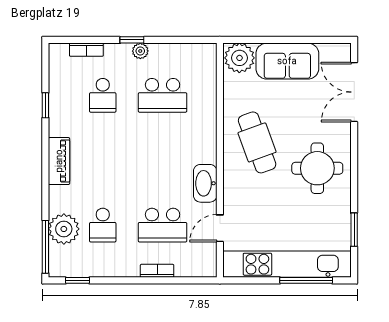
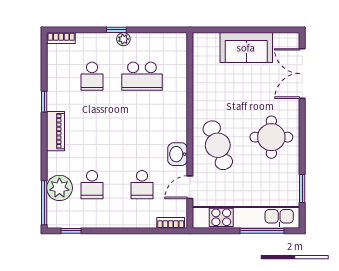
bookcase: (86, 50) -> (61, 38), moved
plant: (239, 58) -> (206, 45), removed
window: (45, 105) -> (44, 102), moved
cafe table: (257, 142) -> (218, 145), moved
washbasin: (205, 183) -> (178, 154), width x0.72
school desk: (163, 225) -> (142, 185), width x0.54
bookcase: (157, 271) -> (171, 223), moved

